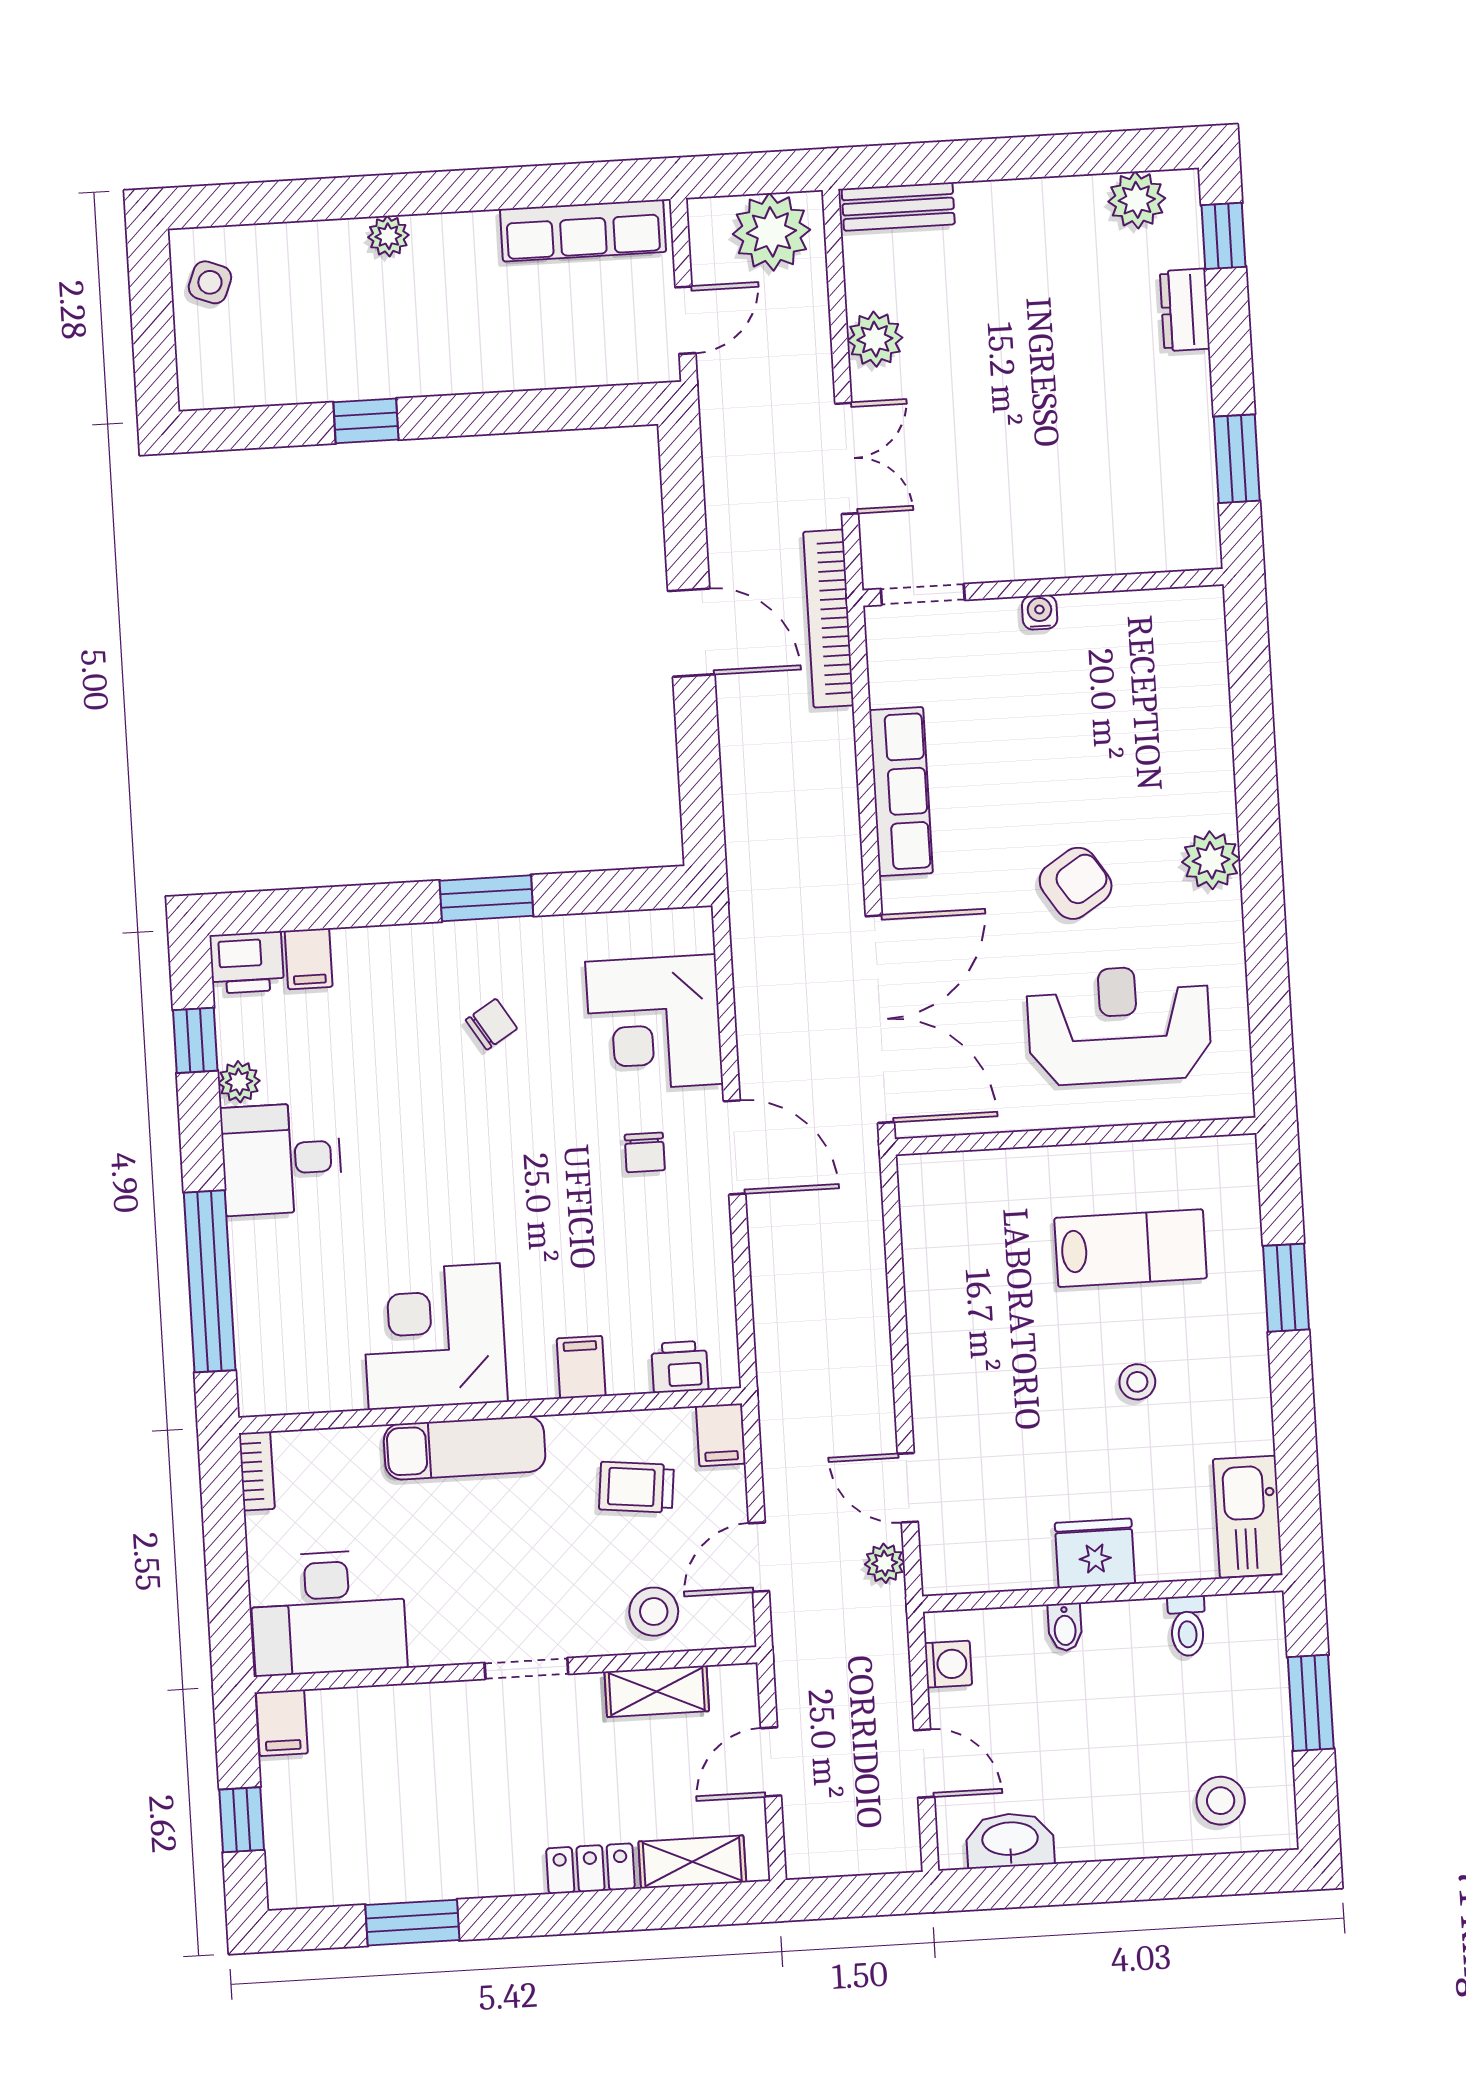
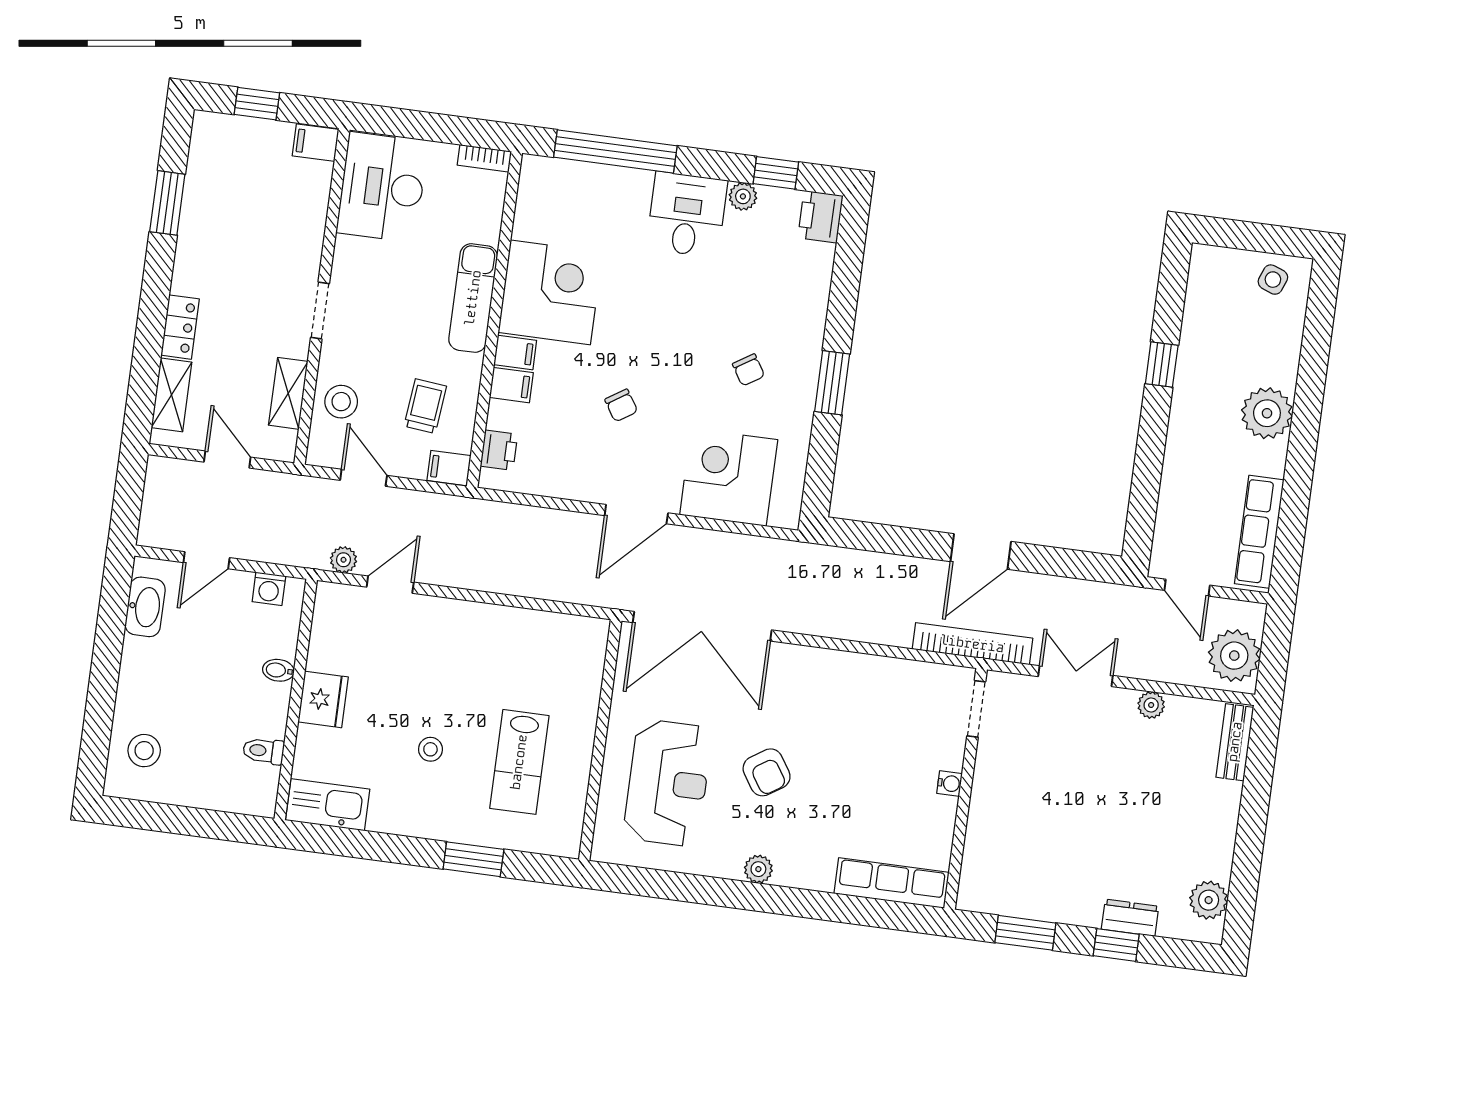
plant: (388, 236) -> (1267, 413), width x1.88, depth x1.88
window: (1224, 236) -> (1116, 945), moved
plant: (875, 339) -> (1151, 705), width x0.73, depth x0.73
double door: (847, 458) -> (1076, 676), swing flipped
row of seats: (901, 792) -> (892, 883), moved, turned 180
plant: (1211, 860) -> (758, 869), width x0.73, depth x0.73
filing cabinet: (309, 959) -> (515, 353), moved, turned 180
chair: (645, 1152) -> (621, 405), moved, turned -123
window: (1311, 1703) -> (197, 822), removed

